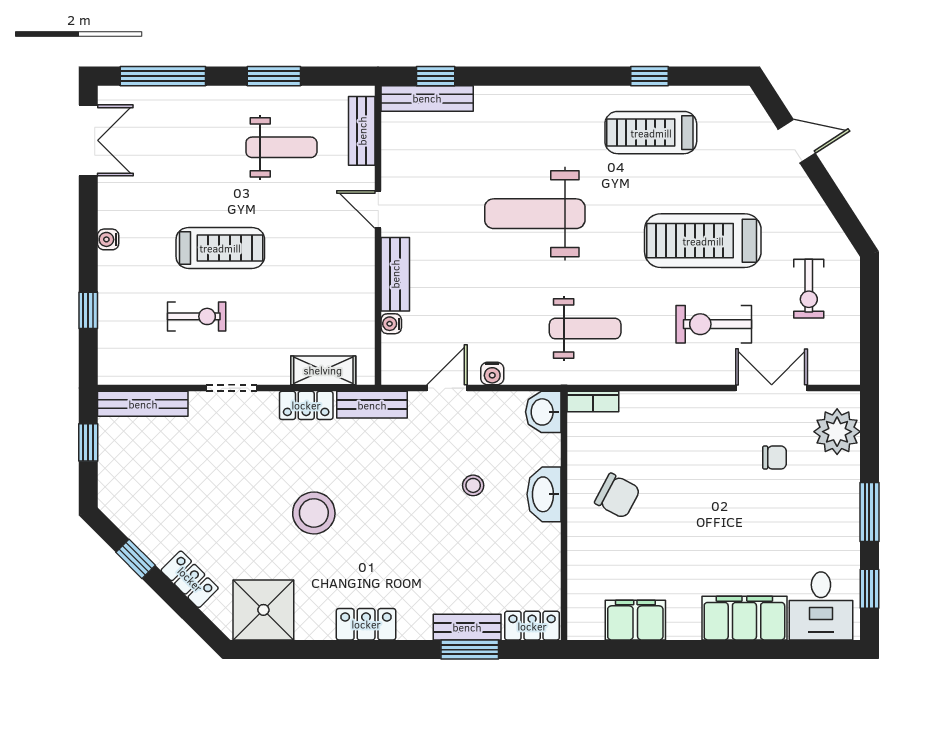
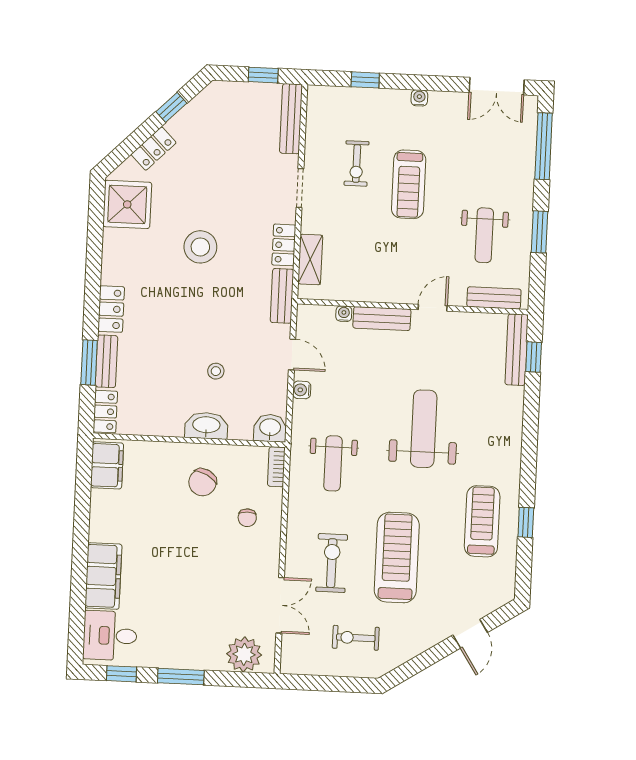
chair: (775, 458) -> (247, 518), moved
filing cabinet: (635, 620) -> (107, 465), moved
locker: (366, 624) -> (111, 309), moved

